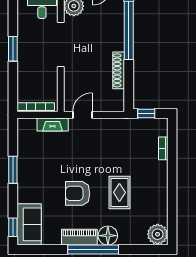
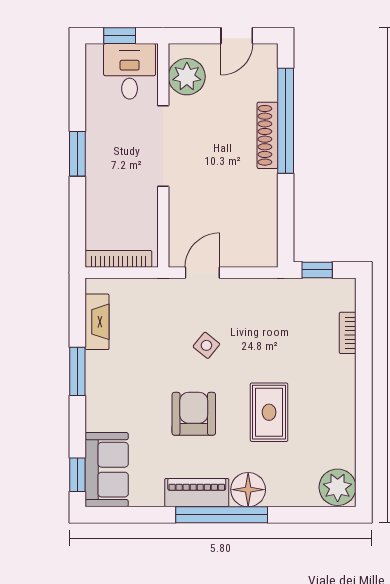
shoe rack: (119, 70) -> (268, 135), moved
fireplace: (53, 124) -> (97, 322), moved, turned -90
side table: (85, 155) -> (206, 345), added
armchair: (78, 193) -> (194, 414), turned 90

